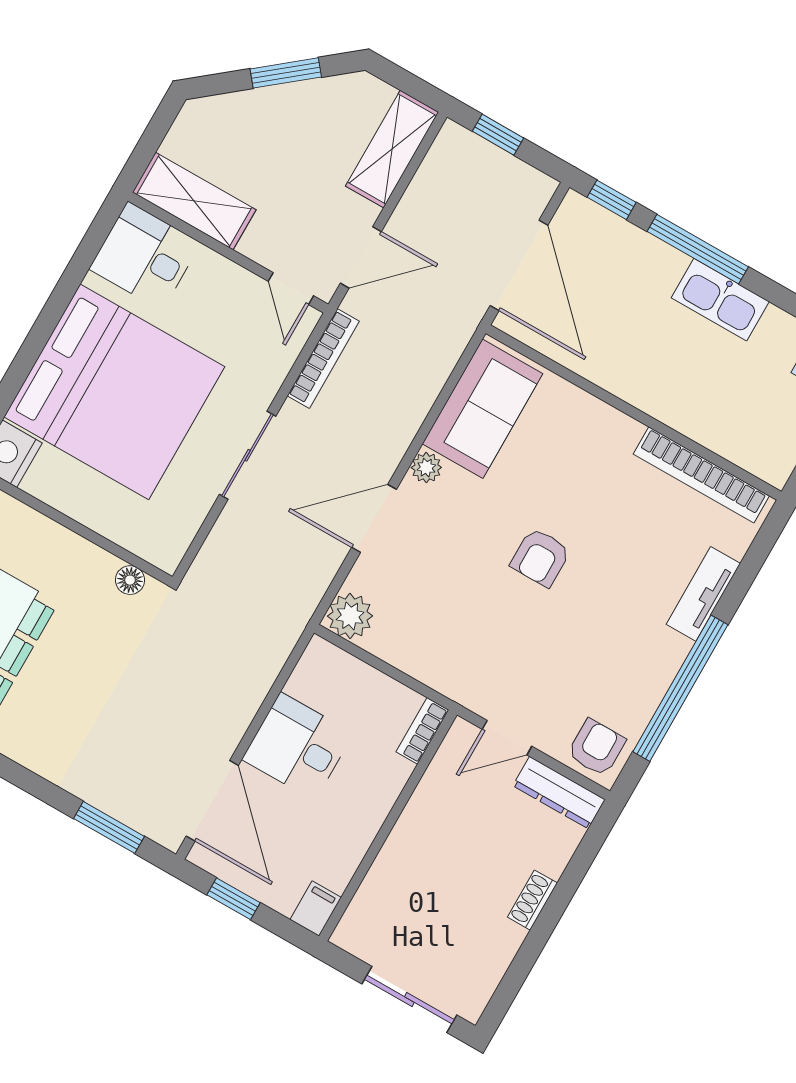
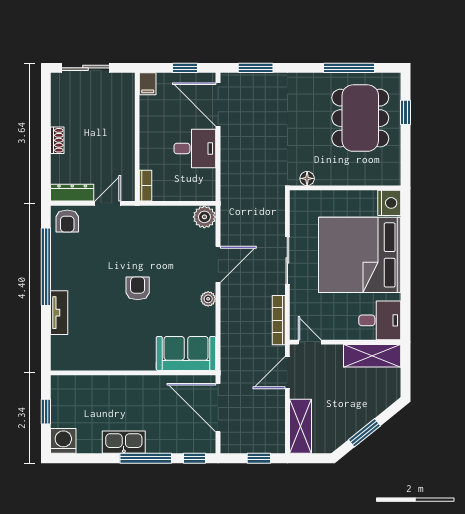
sofa: (483, 409) -> (186, 353), moved, turned 90
bookcase: (701, 475) -> (89, 363), removed

